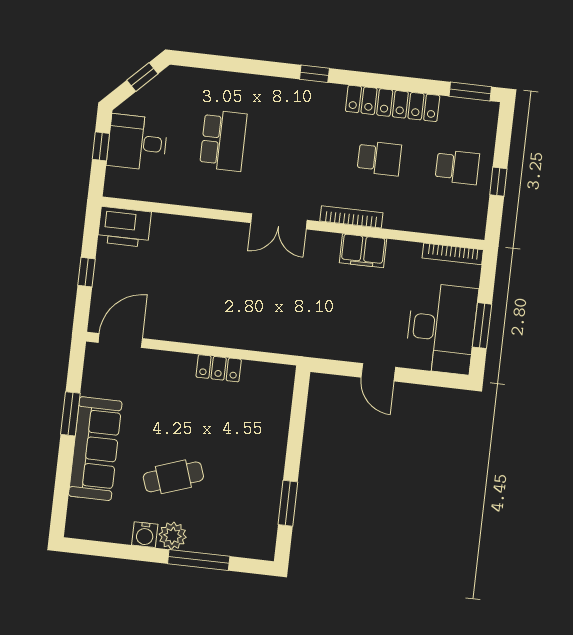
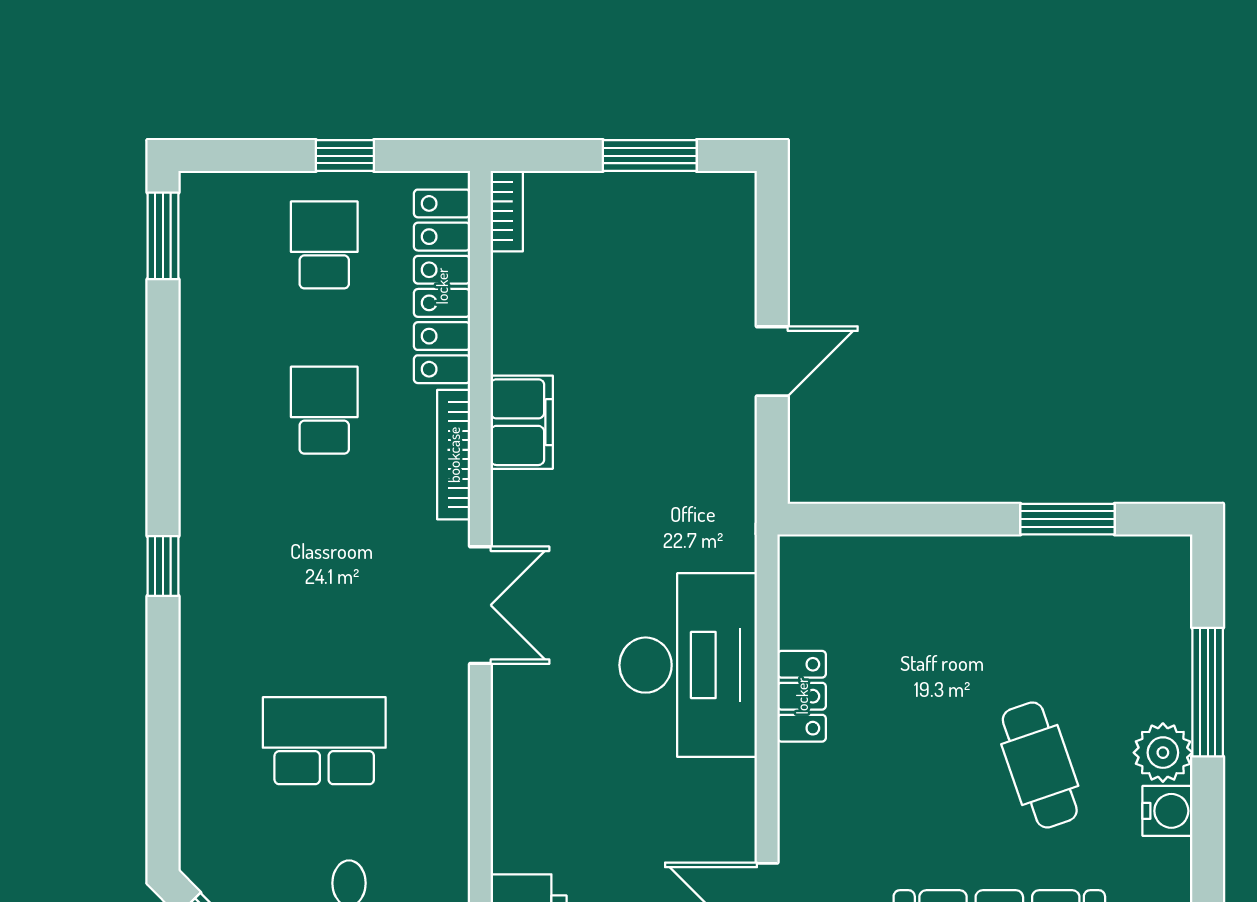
locker: (393, 103) -> (442, 286), moved, turned 180
bookcase: (453, 254) -> (507, 211), width x0.64
desk: (441, 328) -> (688, 665), moved, turned 90

